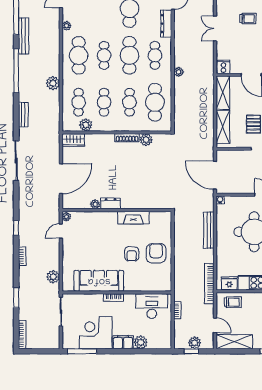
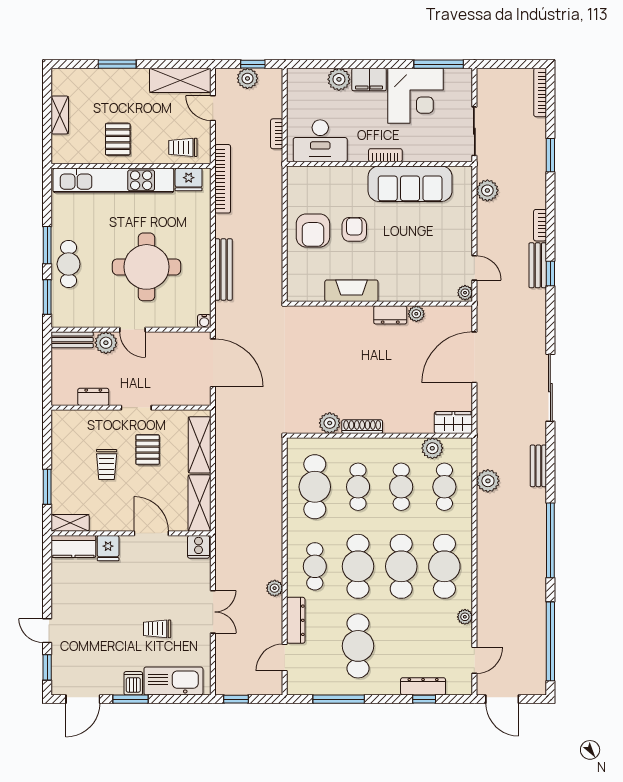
bench: (24, 36) -> (538, 265), moved, width x0.73
cafe table: (104, 55) -> (401, 566), width x1.37, depth x1.35
plant: (179, 72) -> (275, 588), moved
plant: (53, 83) -> (488, 481), moved
door: (61, 231) -> (474, 268), hinge flipped

